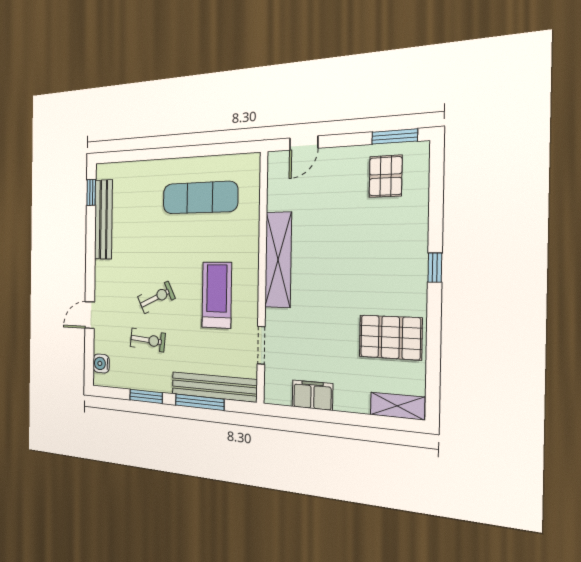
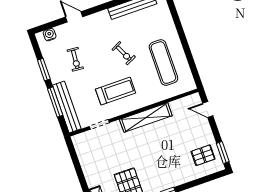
exercise bike: (156, 297) -> (124, 53), moved
filing cabinet: (312, 395) -> (86, 159), removed

